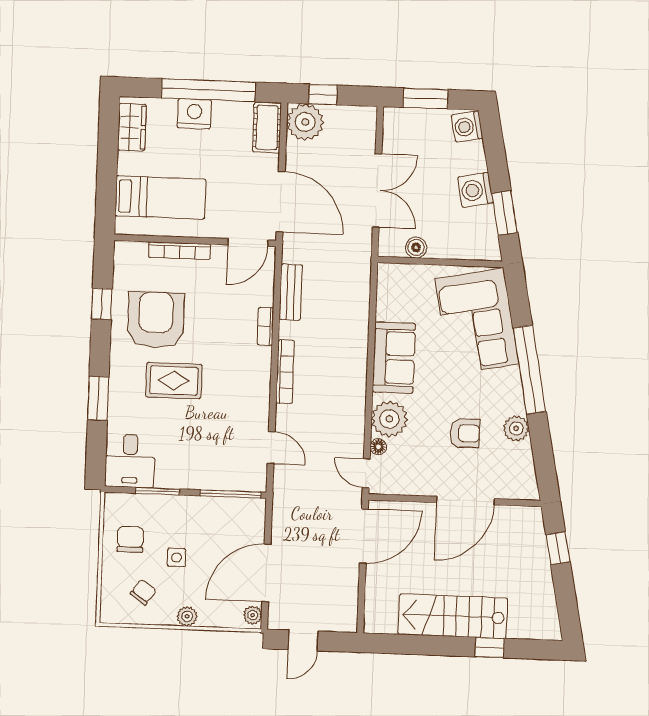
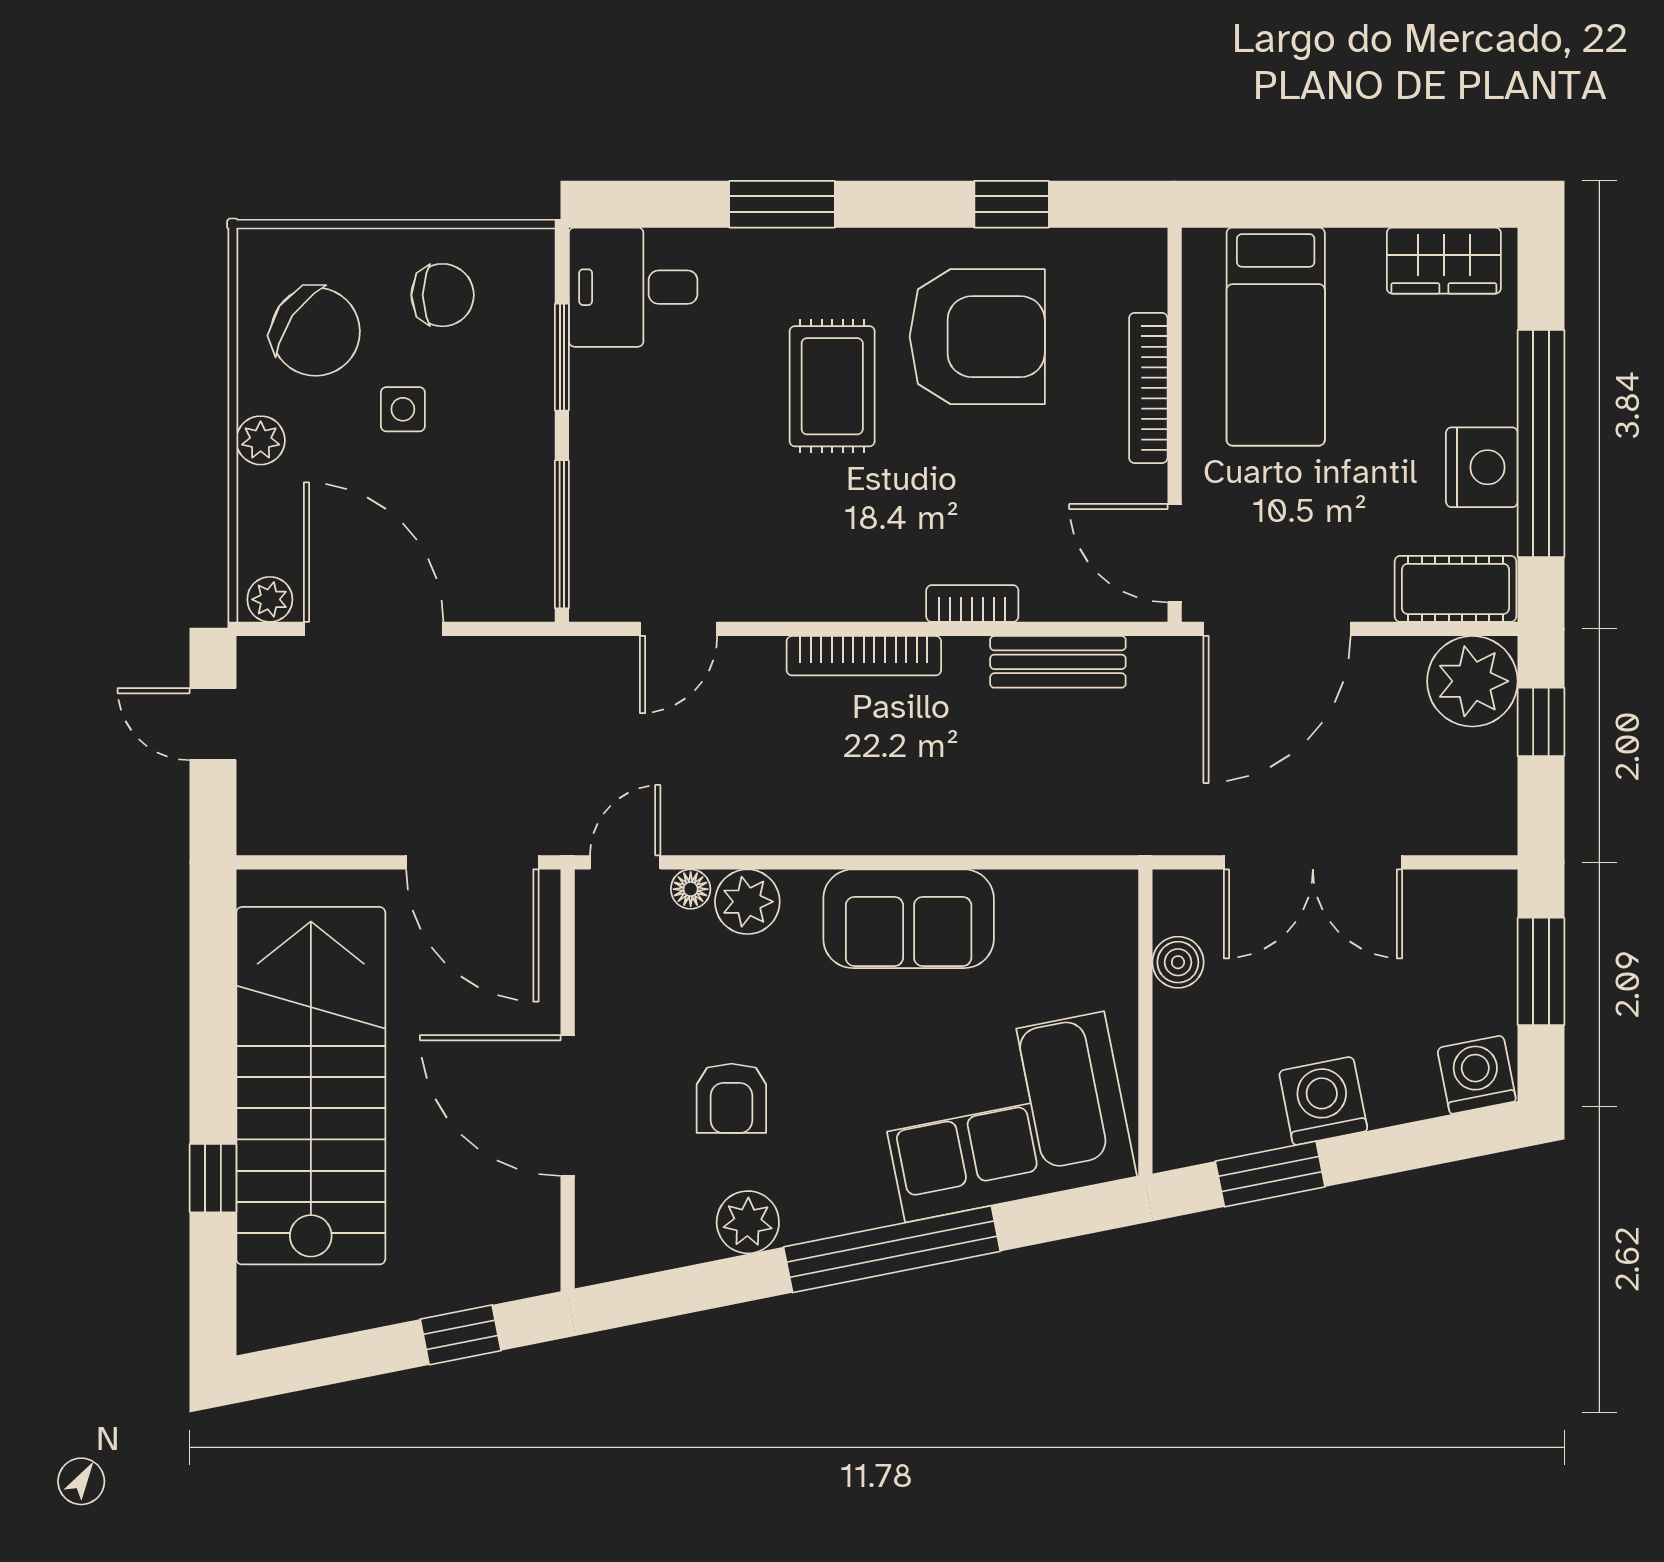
nightstand: (194, 114) -> (1482, 467), moved
plant: (389, 419) -> (747, 902), width x0.73, depth x0.73
chair: (143, 592) -> (316, 332), width x1.87, depth x1.87
stairs: (453, 616) -> (311, 1086), width x1.36, depth x1.51

